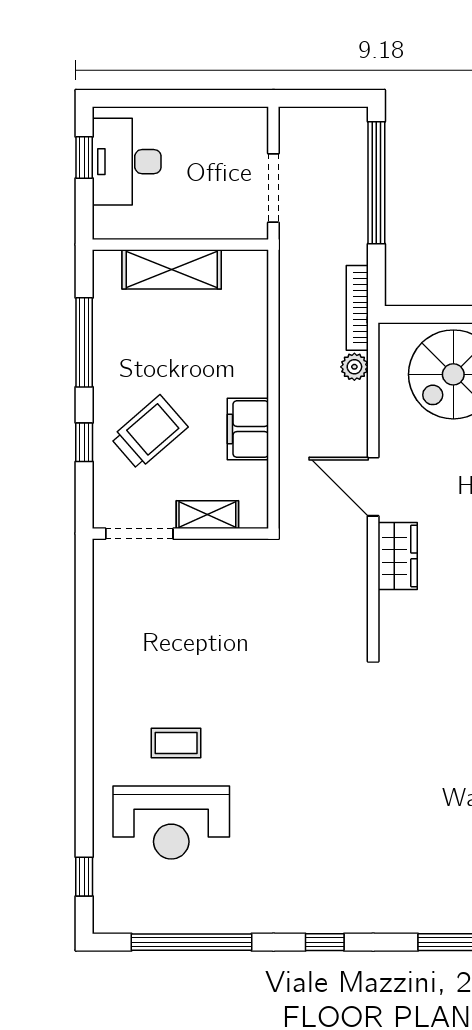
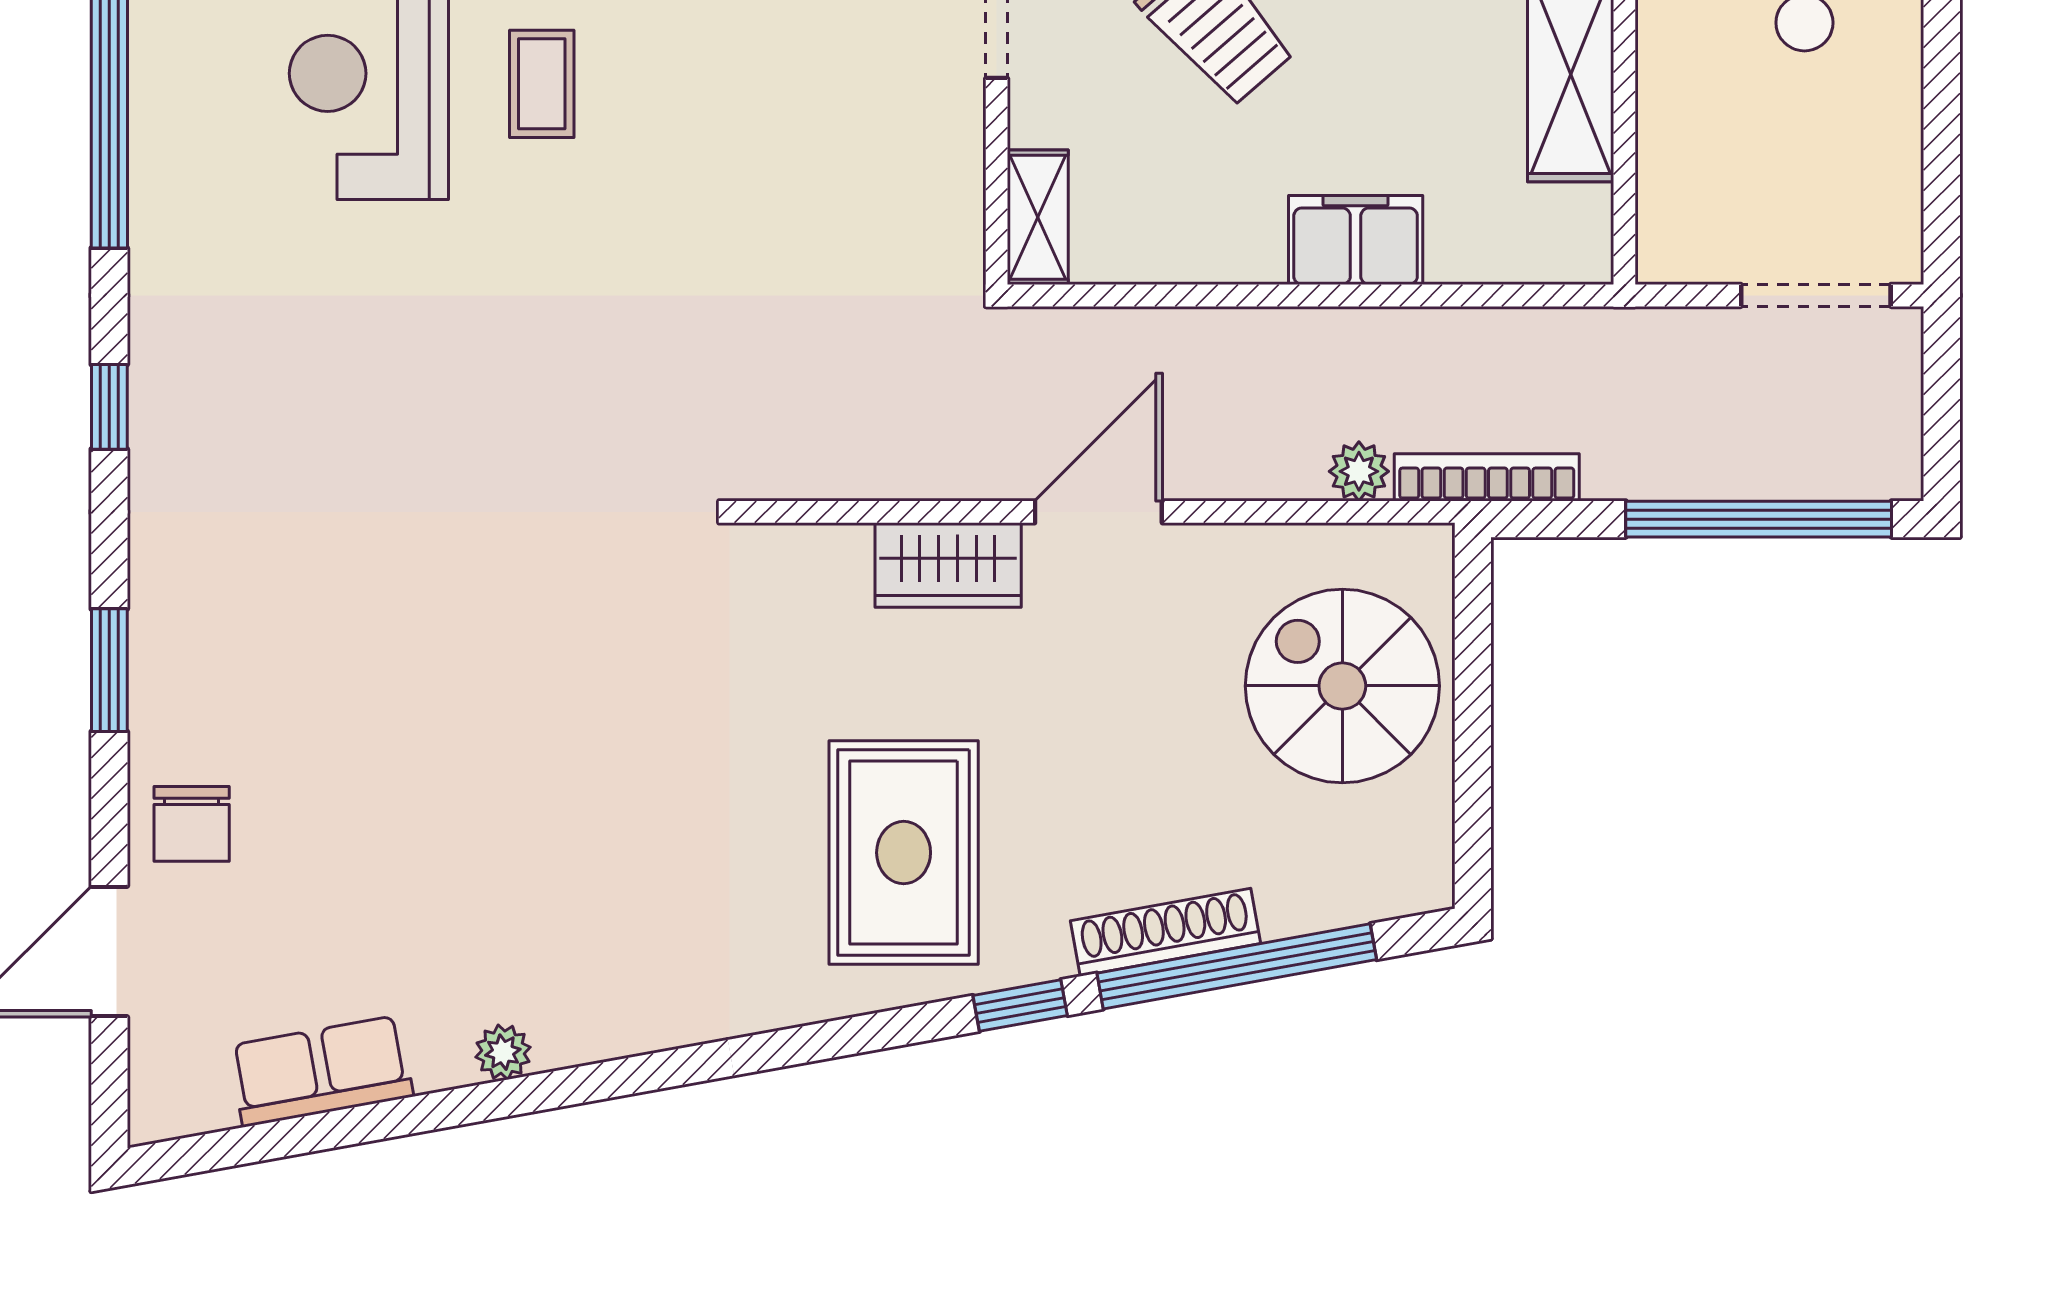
doorway: (273, 188) -> (1816, 295), moved
filing cabinet: (248, 429) -> (1356, 240), moved
shelving: (207, 515) -> (1038, 217), moved

